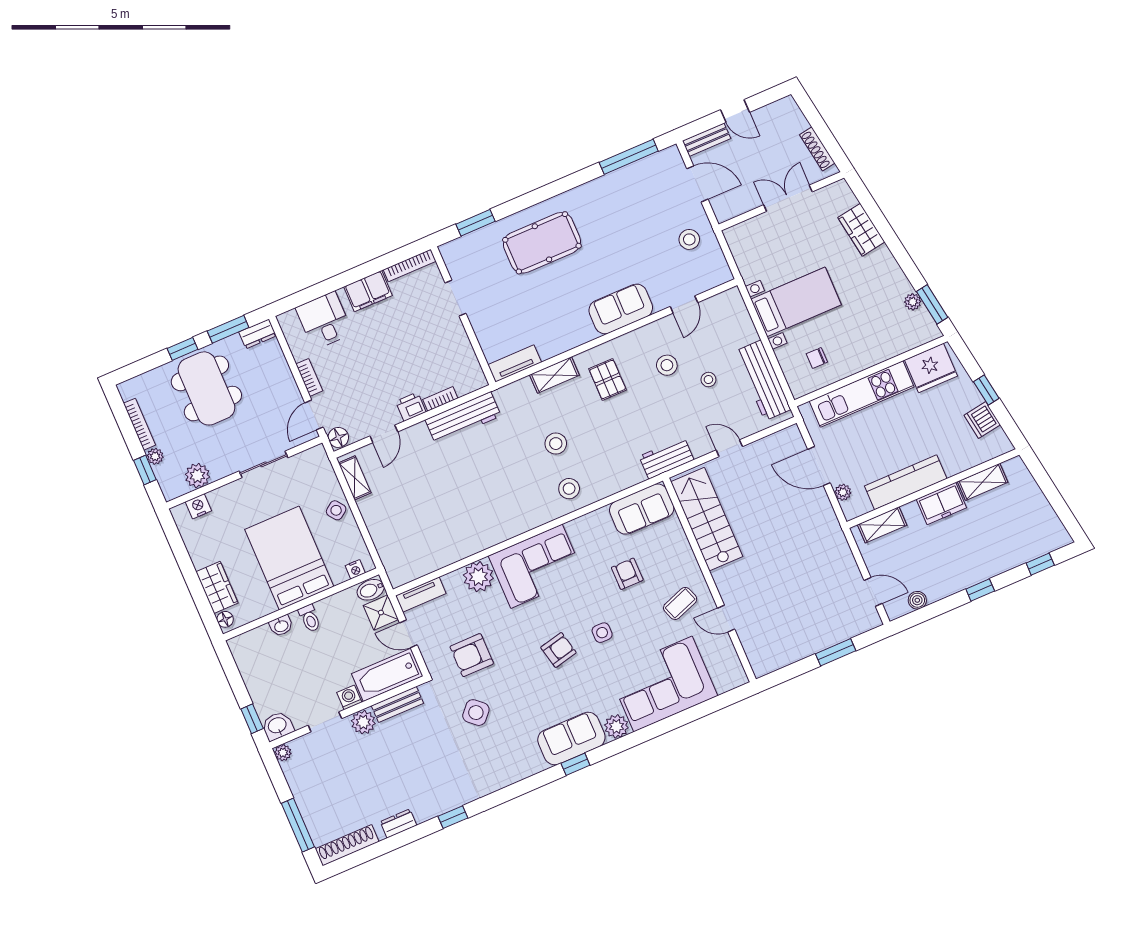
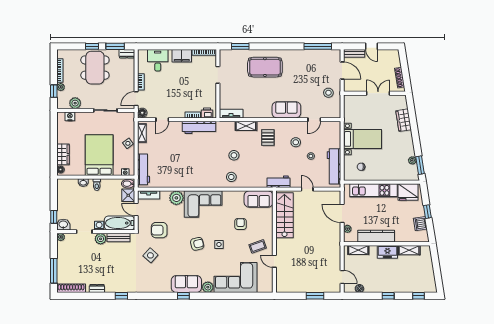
printer: (411, 407) -> (207, 113), moved
workbench: (389, 548) -> (143, 169), added

